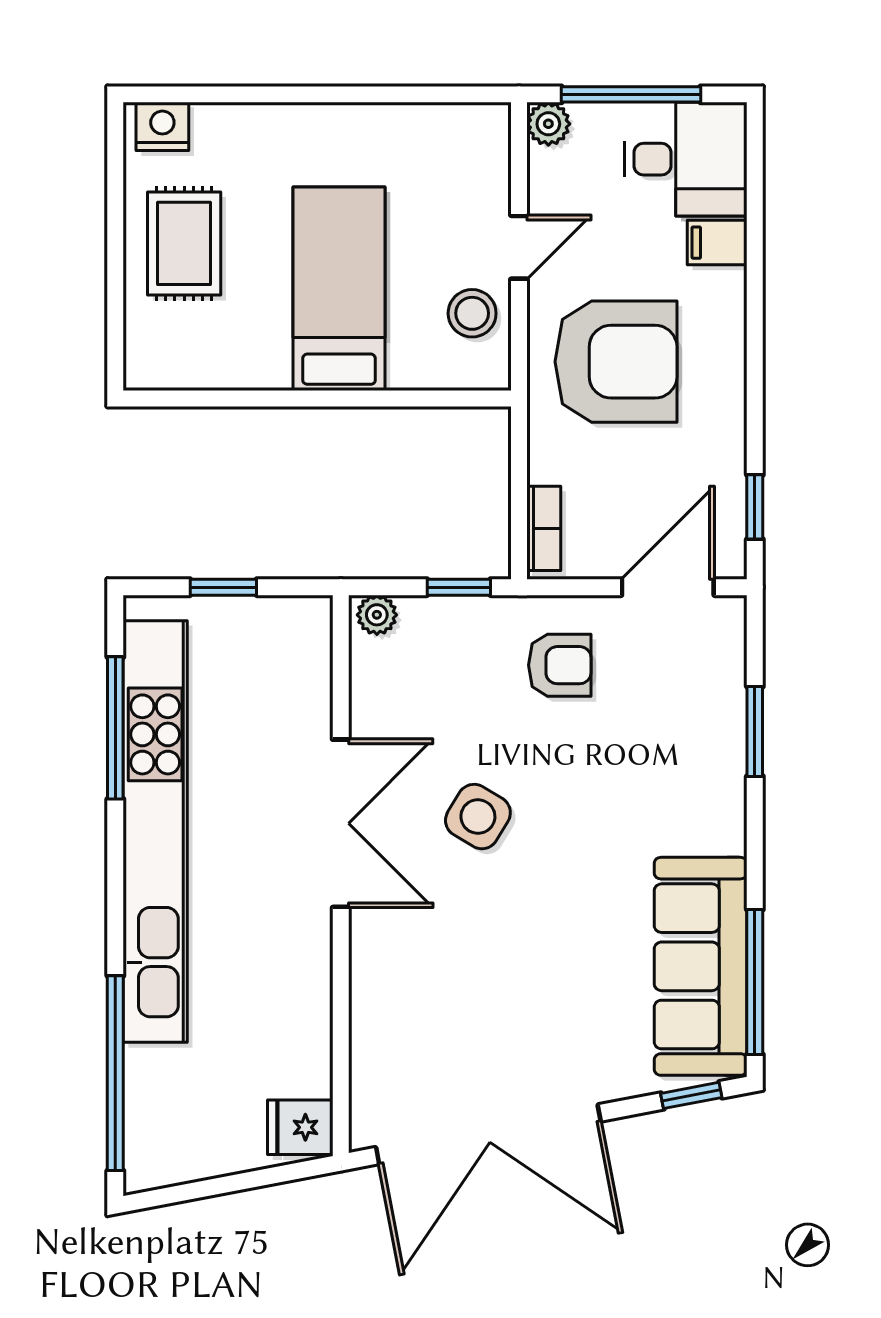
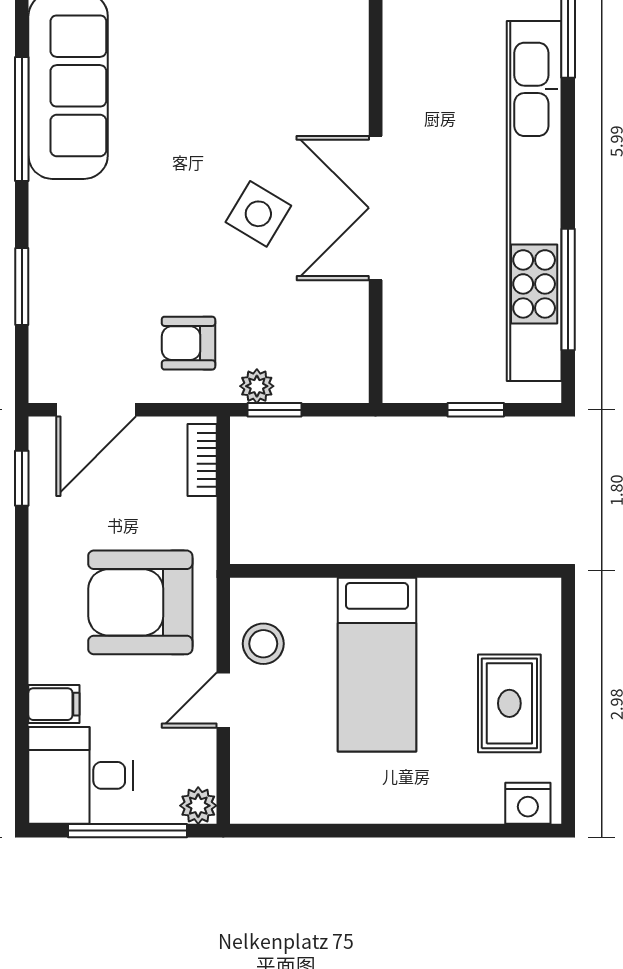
plant: (377, 615) -> (257, 386), moved
window: (755, 982) -> (22, 119), moved

